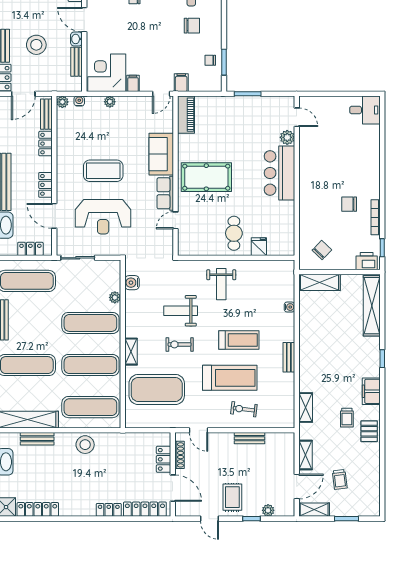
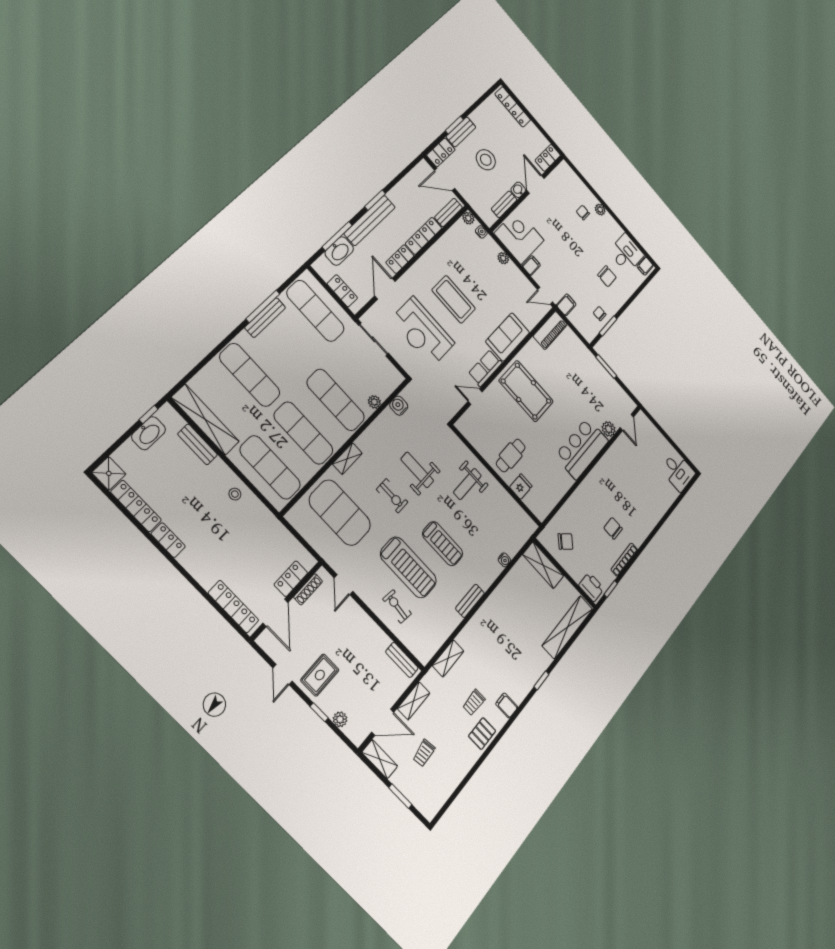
locker: (46, 144) -> (424, 236), width x1.53
exercise bike: (180, 344) -> (392, 496), turned 180
filing cabinet: (371, 391) -> (507, 706), width x0.50
bench: (249, 438) -> (402, 660), moved
stool: (85, 445) -> (235, 494), width x0.53, depth x0.53
locker: (109, 510) -> (168, 540), moved

